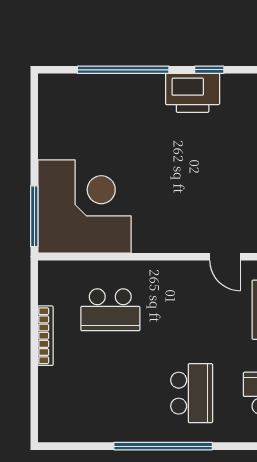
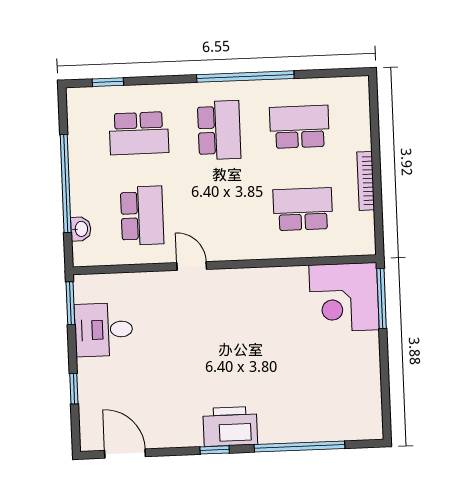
corner desk: (84, 206) -> (344, 297), width x0.74, depth x0.74
school desk: (110, 393) -> (299, 127), added
school desk: (192, 393) -> (219, 130), turned 180

